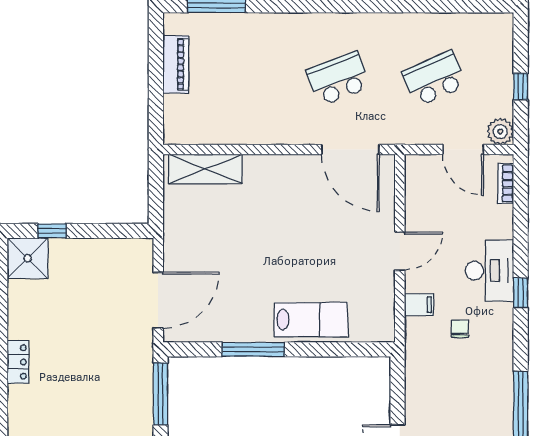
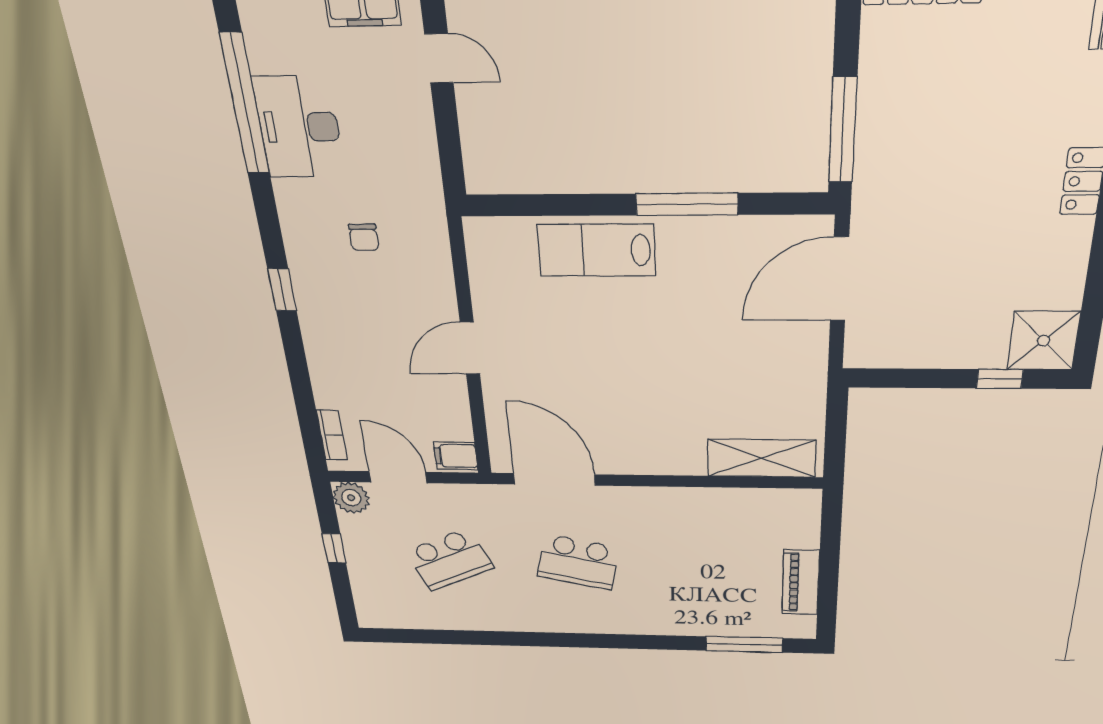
school desk: (338, 79) -> (578, 562), turned 33
desk: (489, 271) -> (299, 127), moved
filing cabinet: (419, 305) -> (456, 456), moved

